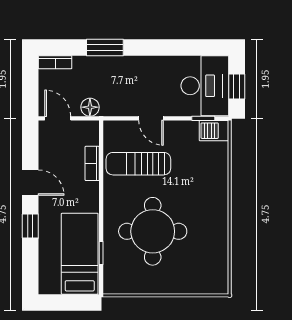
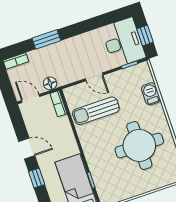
barbecue: (214, 131) -> (151, 94), moved, turned 90
bookcase: (92, 163) -> (58, 104), moved
round table: (153, 231) -> (139, 145), moved

